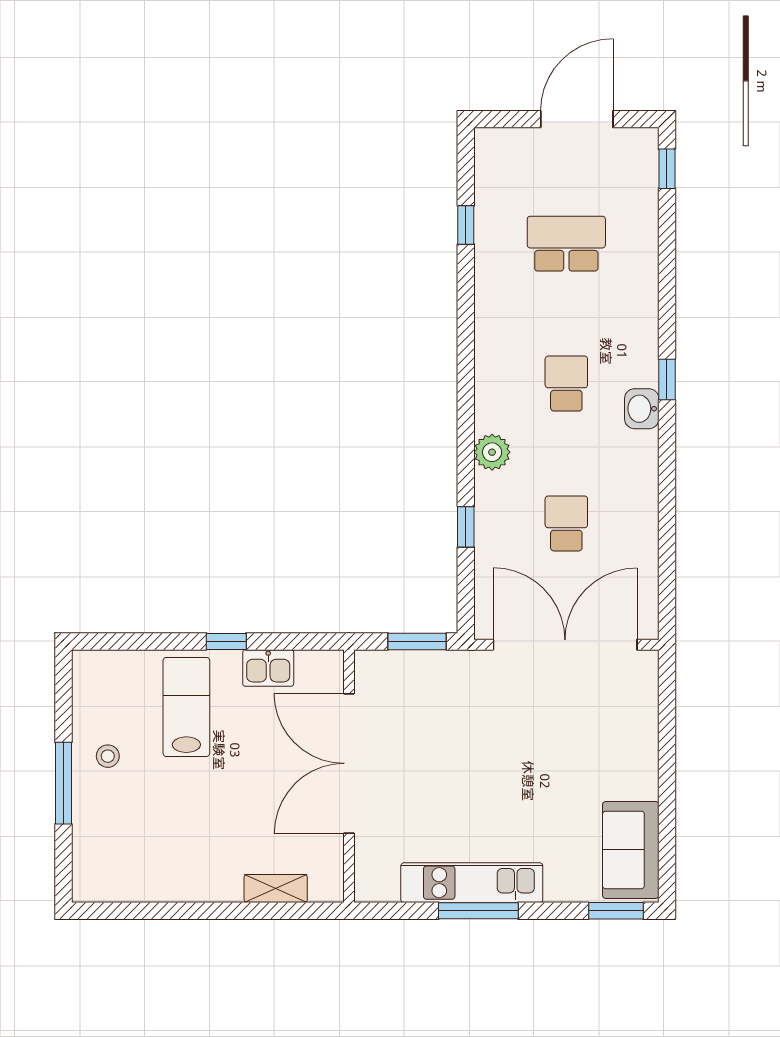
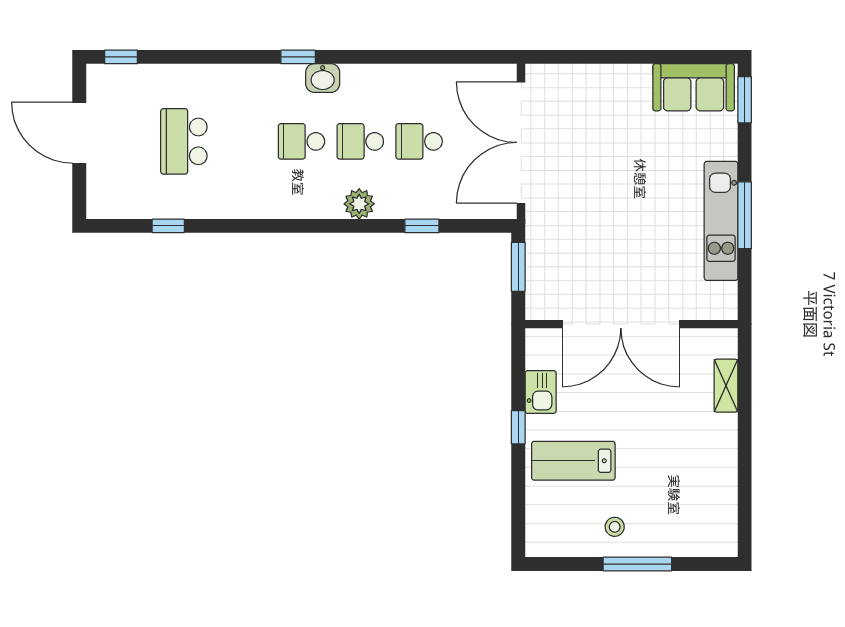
school desk: (566, 453) -> (360, 141), added

